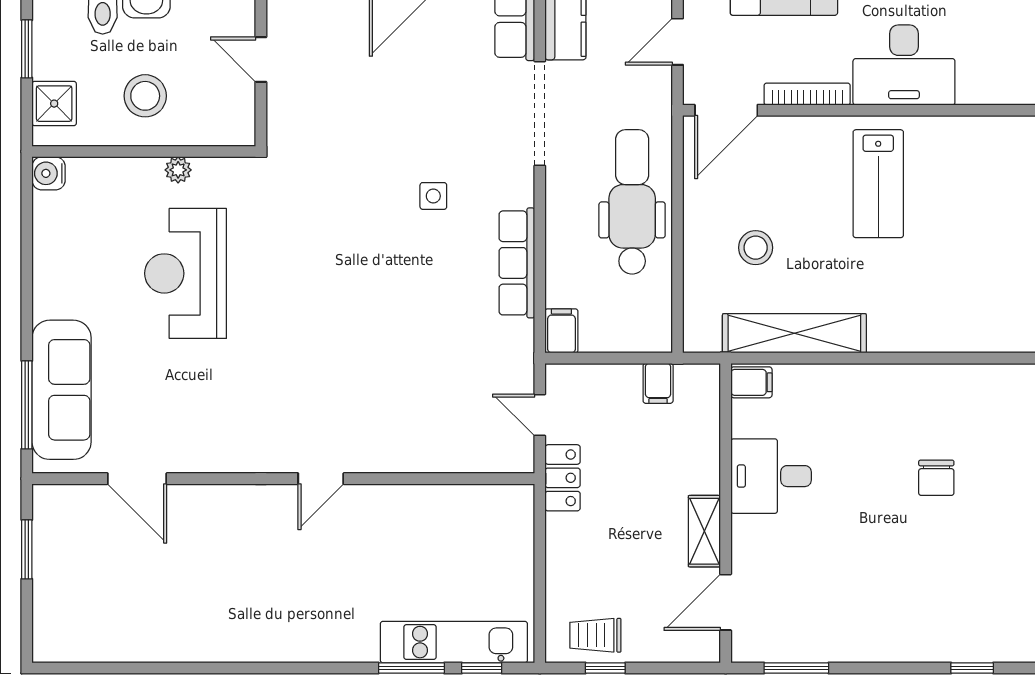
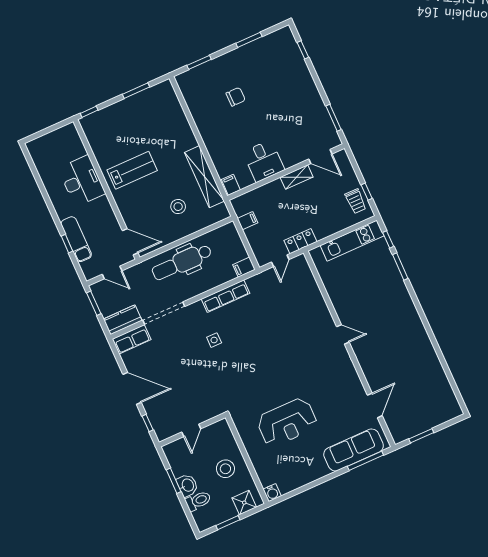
bookcase: (807, 94) -> (110, 213), removed
plant: (178, 170) -> (248, 443), removed
kitchen unit: (454, 642) -> (352, 241), moved, turned -90

